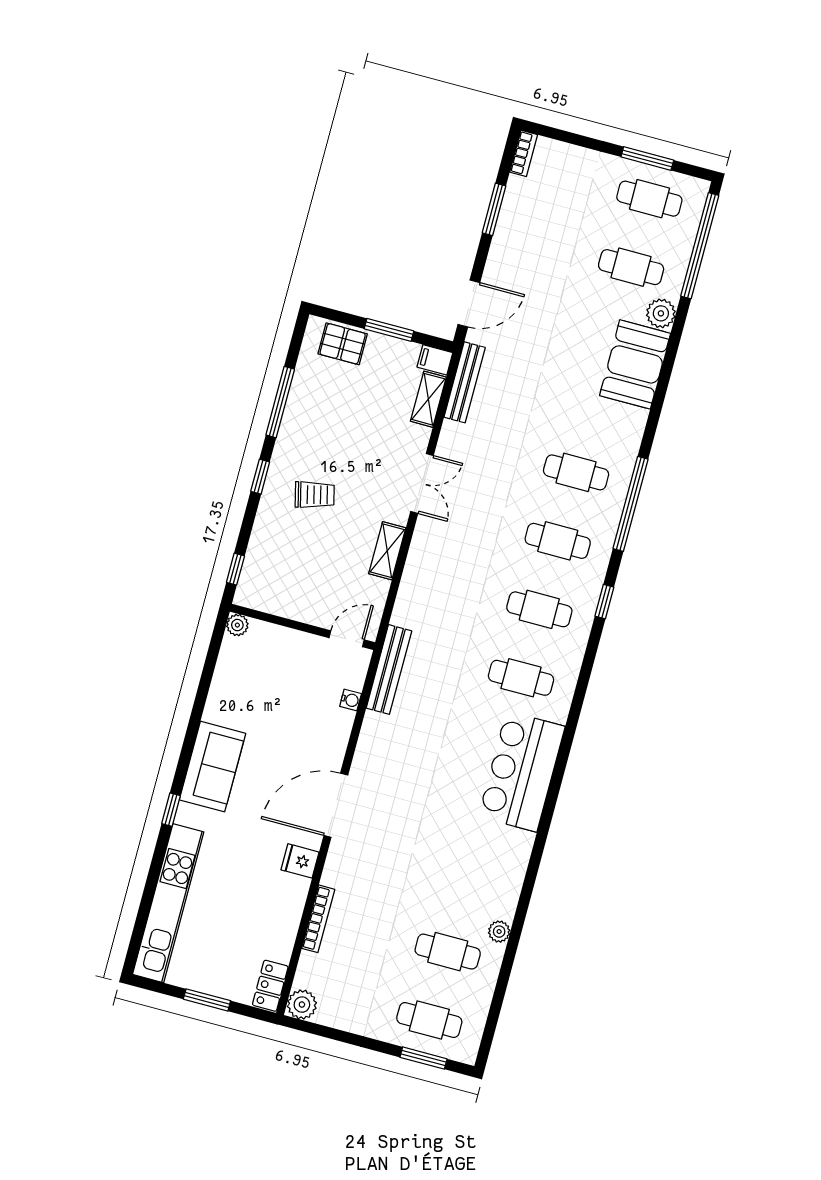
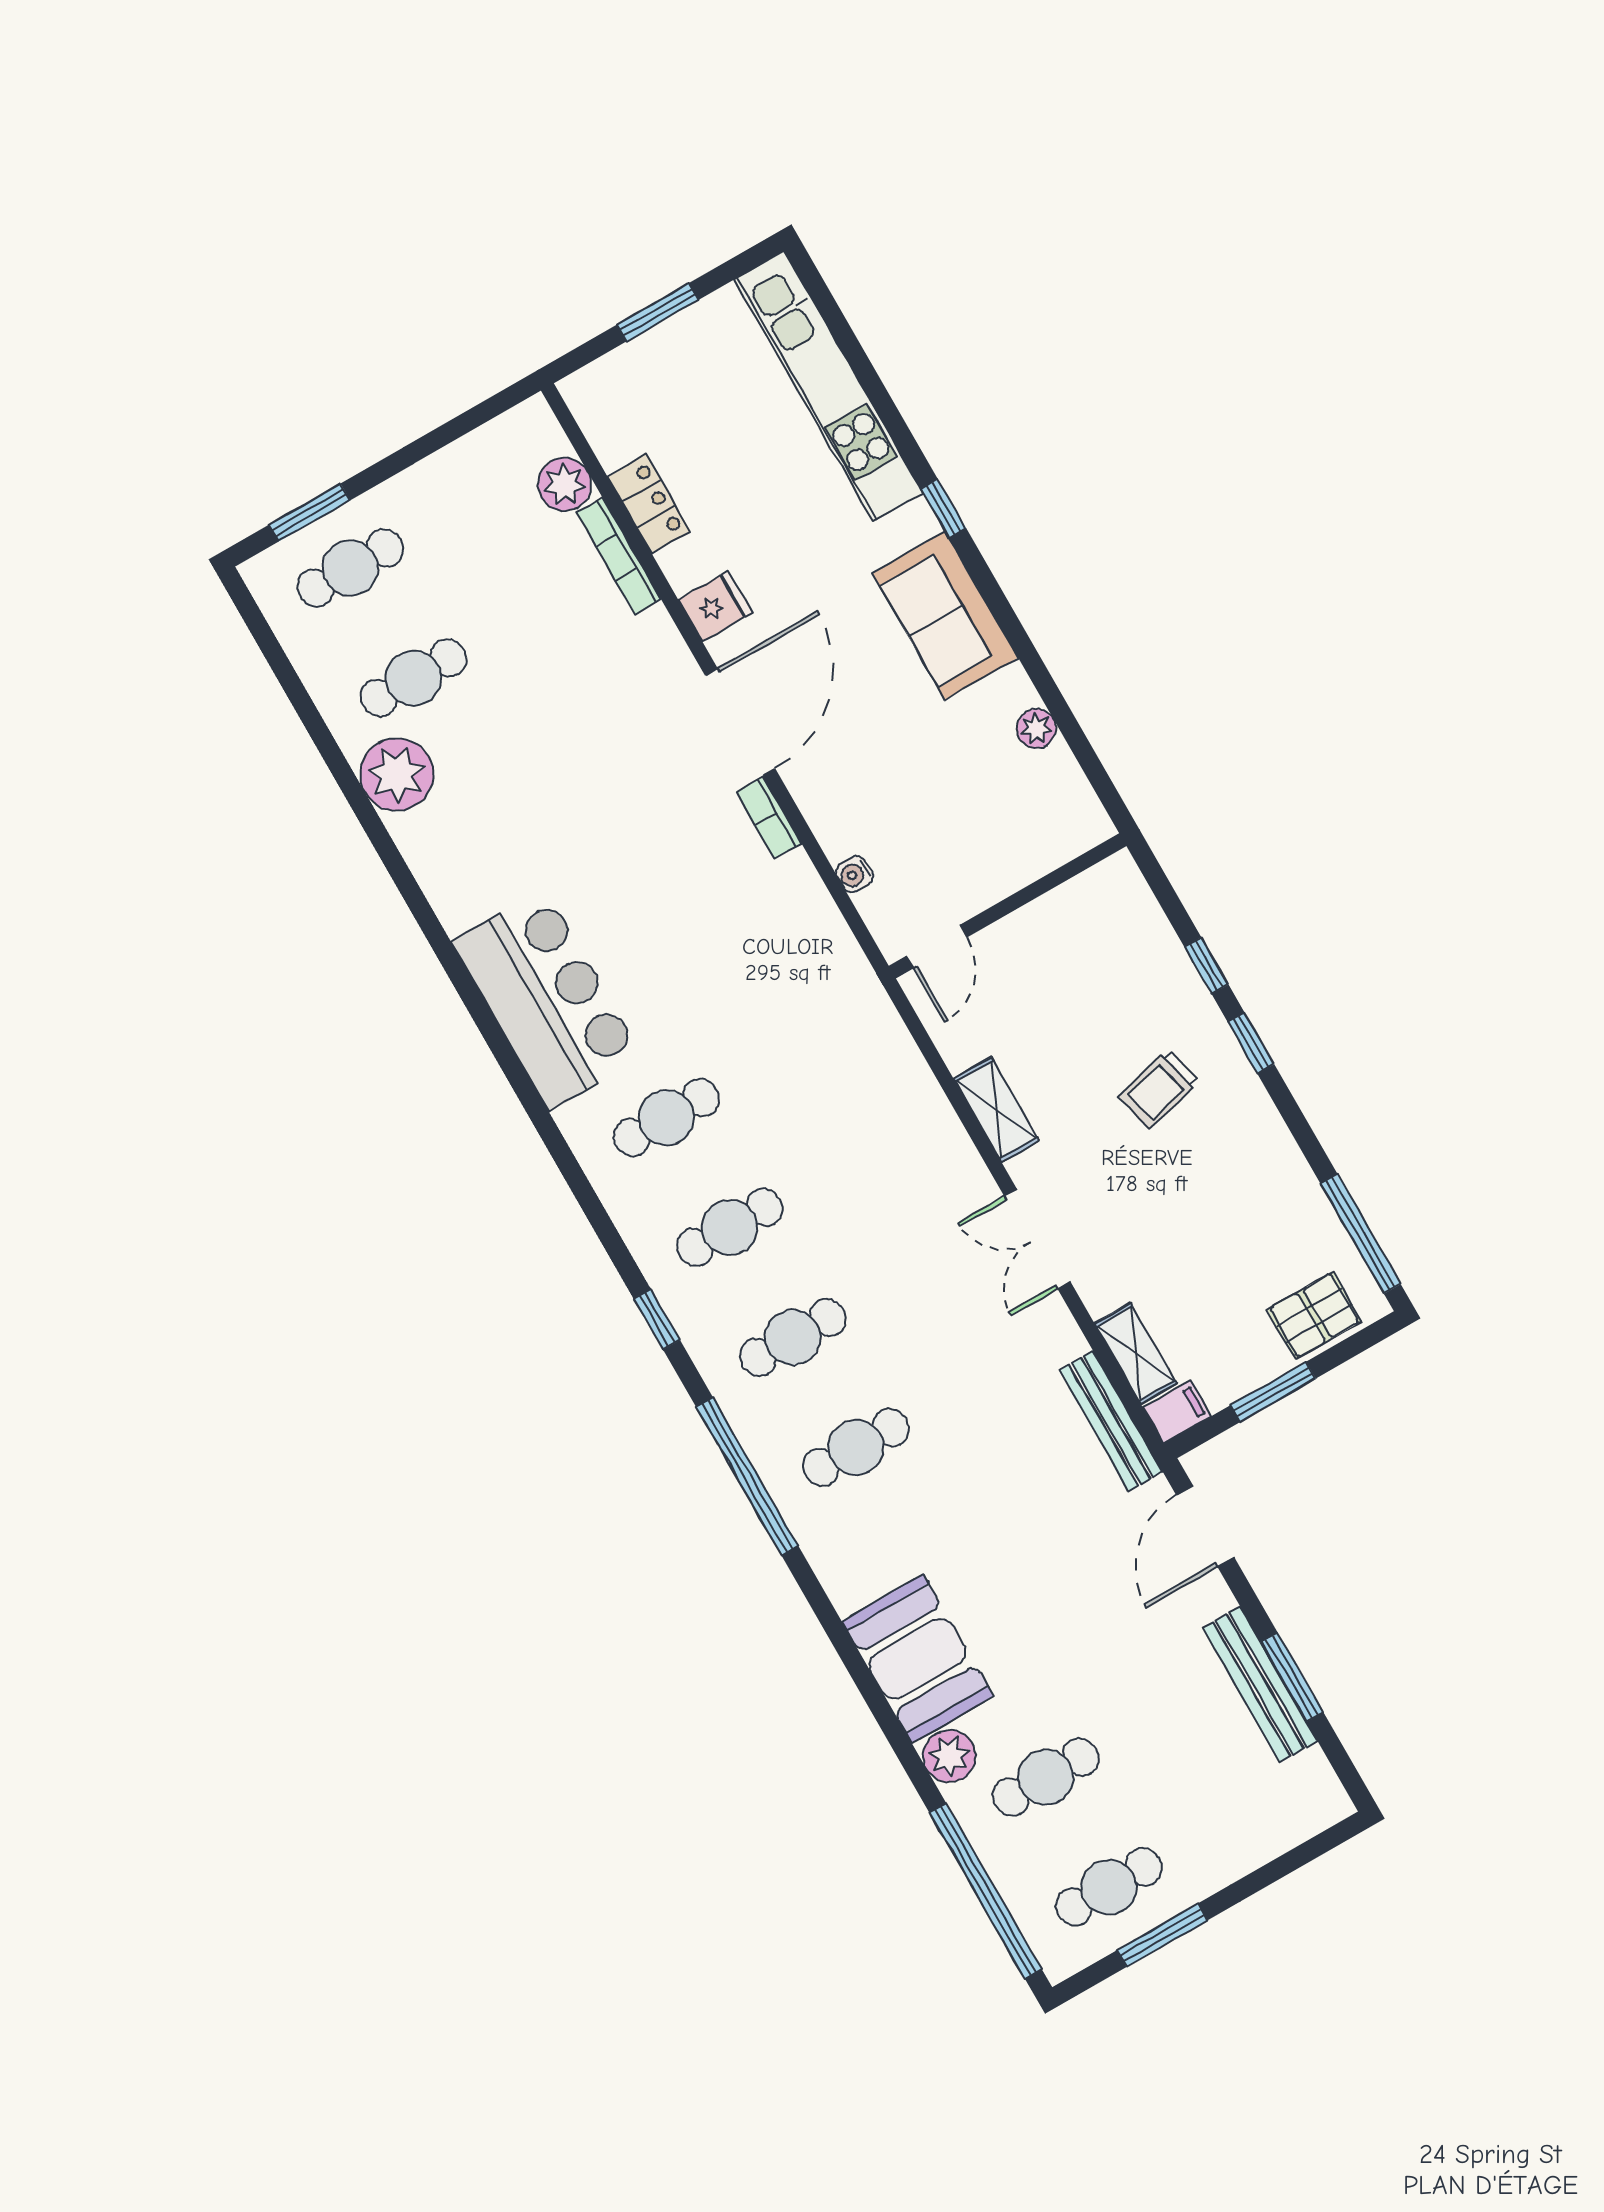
bookcase: (524, 153) -> (769, 818), moved
window: (280, 402) -> (1361, 1234), moved
window: (235, 569) -> (1206, 966), moved
plant: (237, 625) -> (1036, 728), moved
bench: (389, 669) -> (1260, 1684), moved
plant: (499, 932) -> (397, 774), width x1.88, depth x1.88
locker: (270, 986) -> (649, 504), moved
plant: (302, 1005) -> (565, 484), moved

